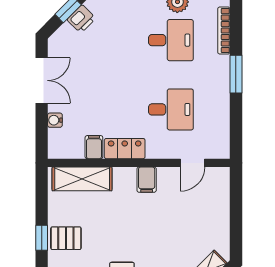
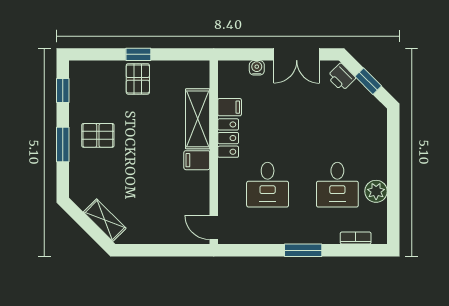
printer: (81, 19) -> (341, 77), moved
bookcase: (224, 31) -> (356, 238), width x0.64
door: (192, 163) -> (214, 227), moved
shelving: (82, 179) -> (198, 119), moved

